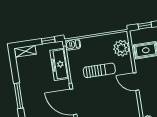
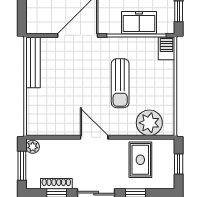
freezer: (59, 64) -> (139, 23), width x0.71
door: (136, 82) -> (94, 137), hinge flipped

